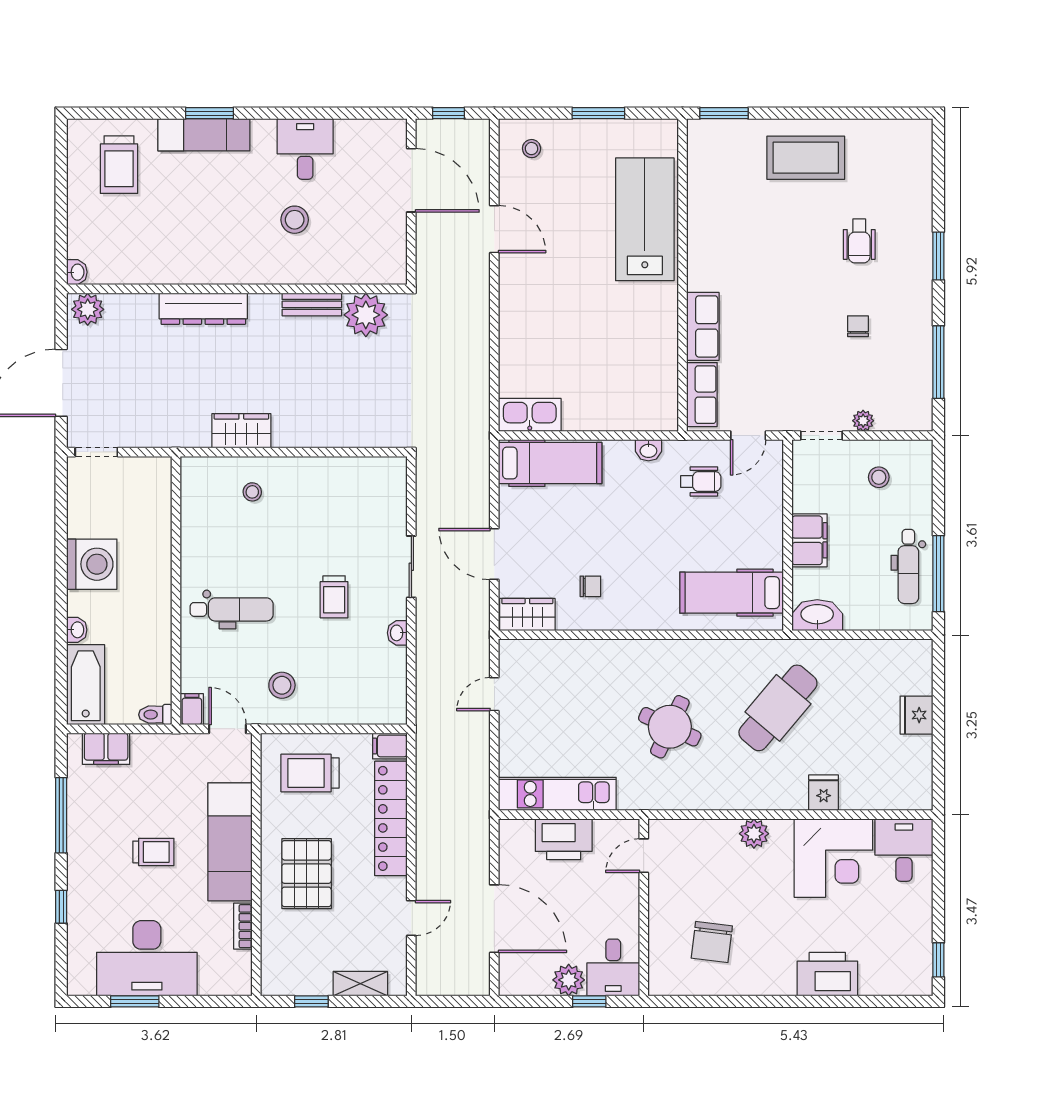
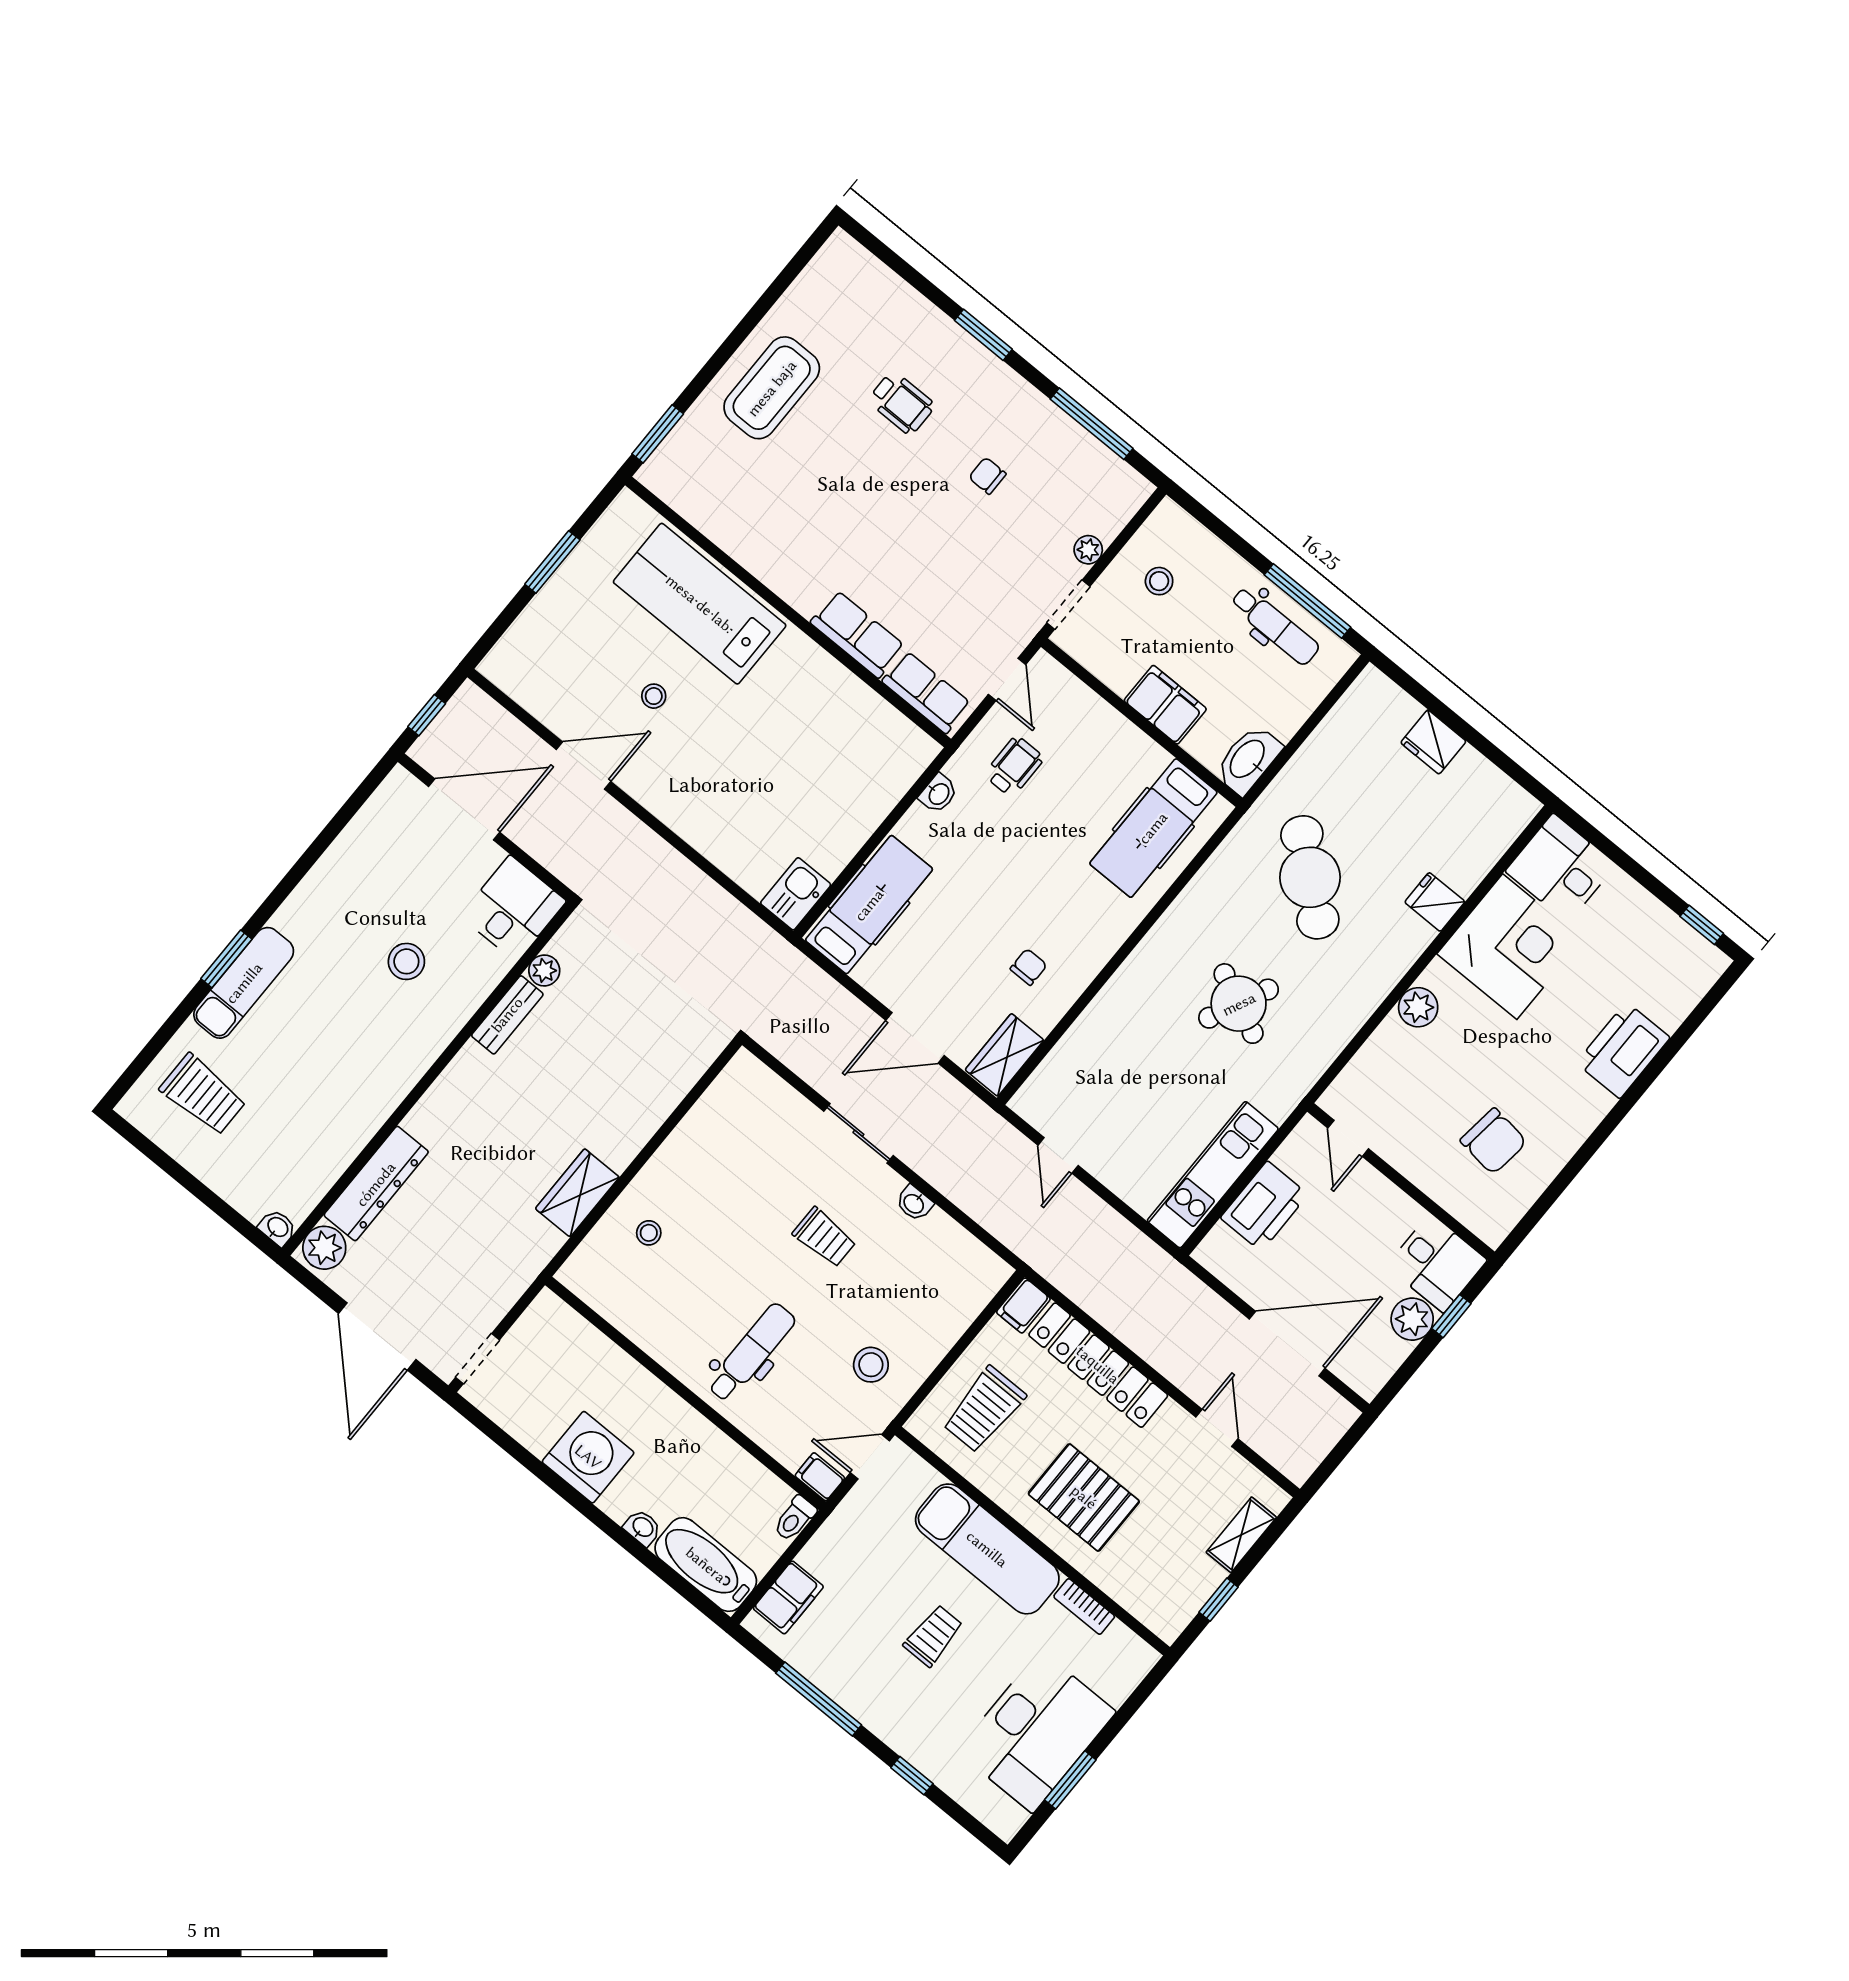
desk: (305, 149) -> (513, 908), moved, turned 90
stool: (532, 149) -> (654, 696), moved
dresser: (203, 309) -> (376, 1184), moved
plant: (366, 315) -> (544, 970), width x0.53, depth x0.53
kitchen sink: (530, 415) -> (796, 894), width x0.73

